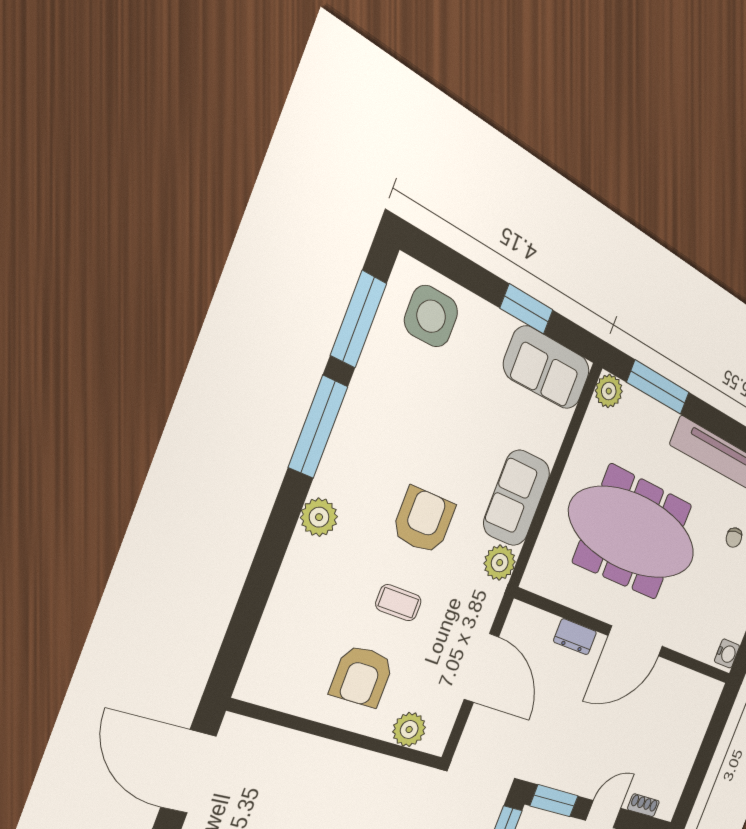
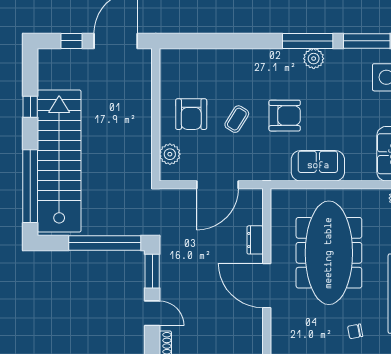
plant: (319, 517) -> (314, 59), moved
plant: (500, 563) -> (279, 171), removed
coffee table: (398, 603) -> (237, 119), turned 32
armchair: (362, 676) -> (191, 114), turned -90

